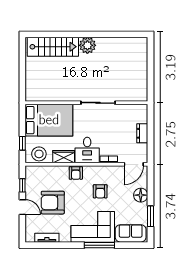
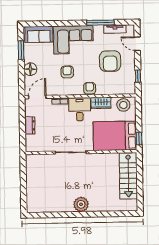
stairs: (53, 47) -> (128, 176), moved, turned -90
window: (22, 143) -> (139, 139), moved
armchair: (53, 203) -> (110, 61), turned 90
door: (22, 207) -> (137, 44), moved
window: (99, 245) -> (100, 23), moved

